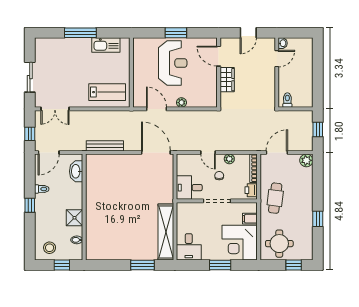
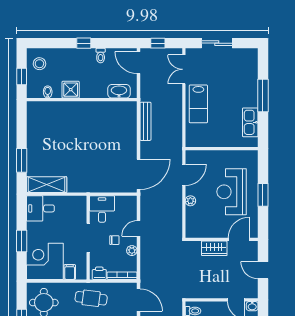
reception desk: (173, 63) -> (232, 192), turned 90
lab bench: (107, 92) -> (198, 104), moved
shelving: (166, 232) -> (47, 185), width x0.68

